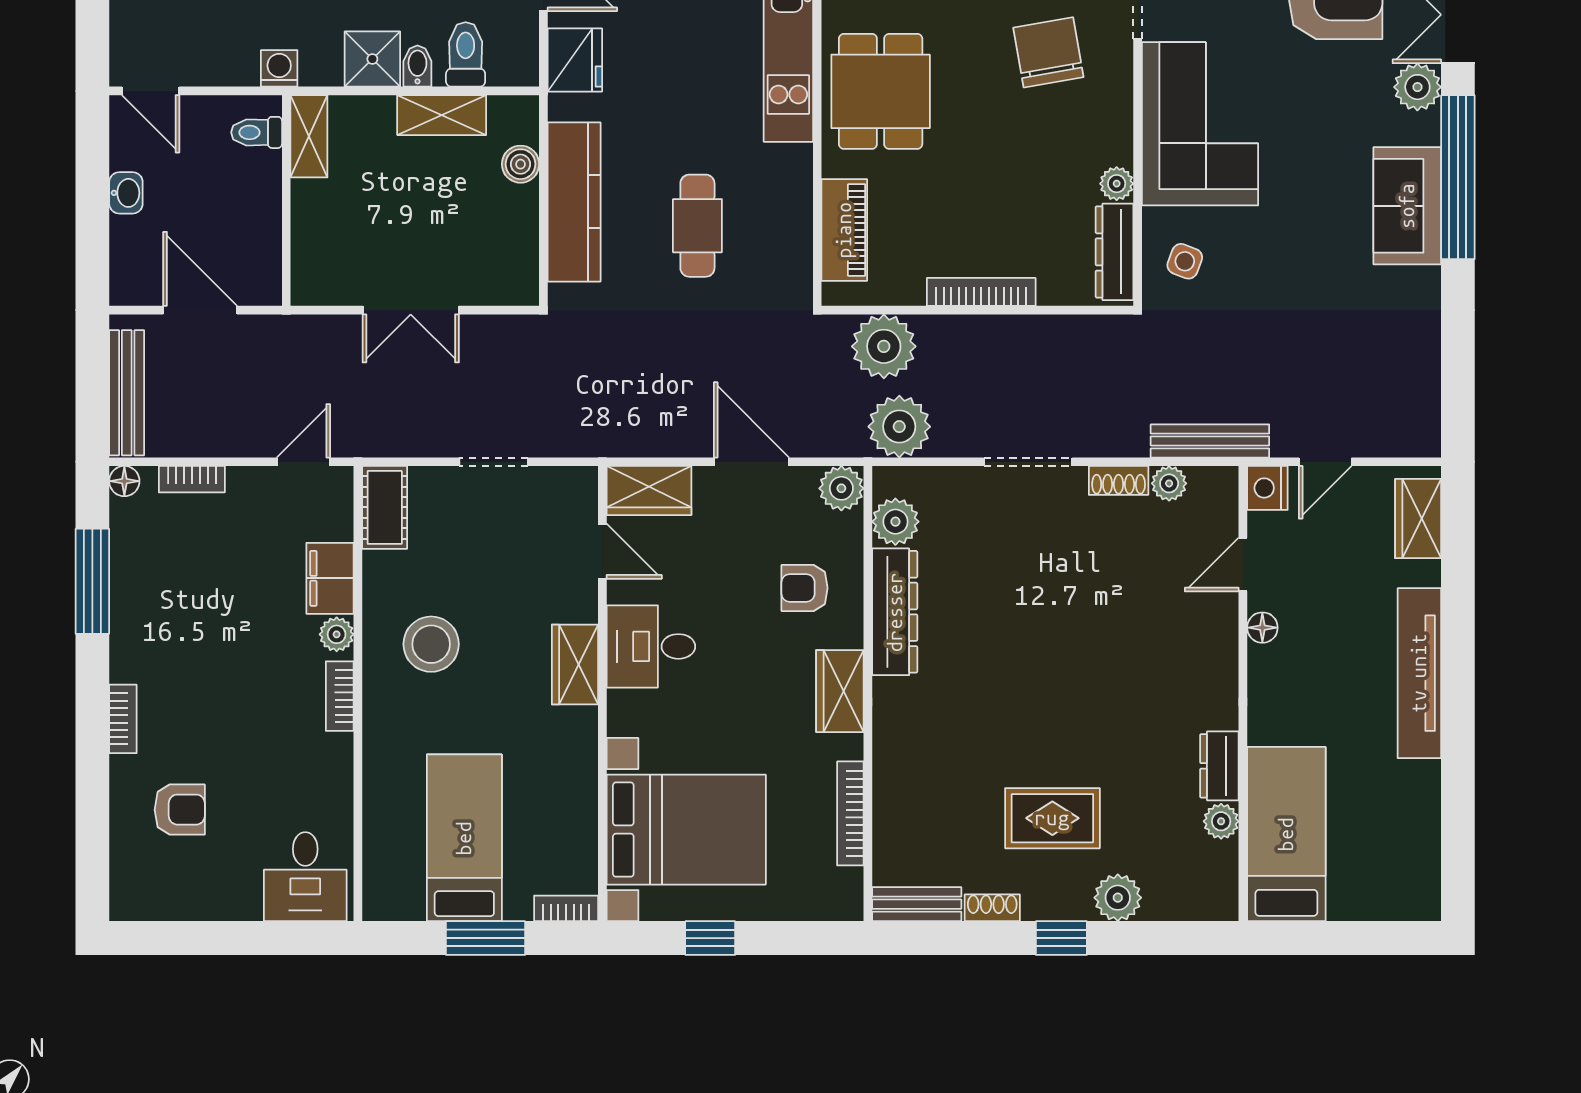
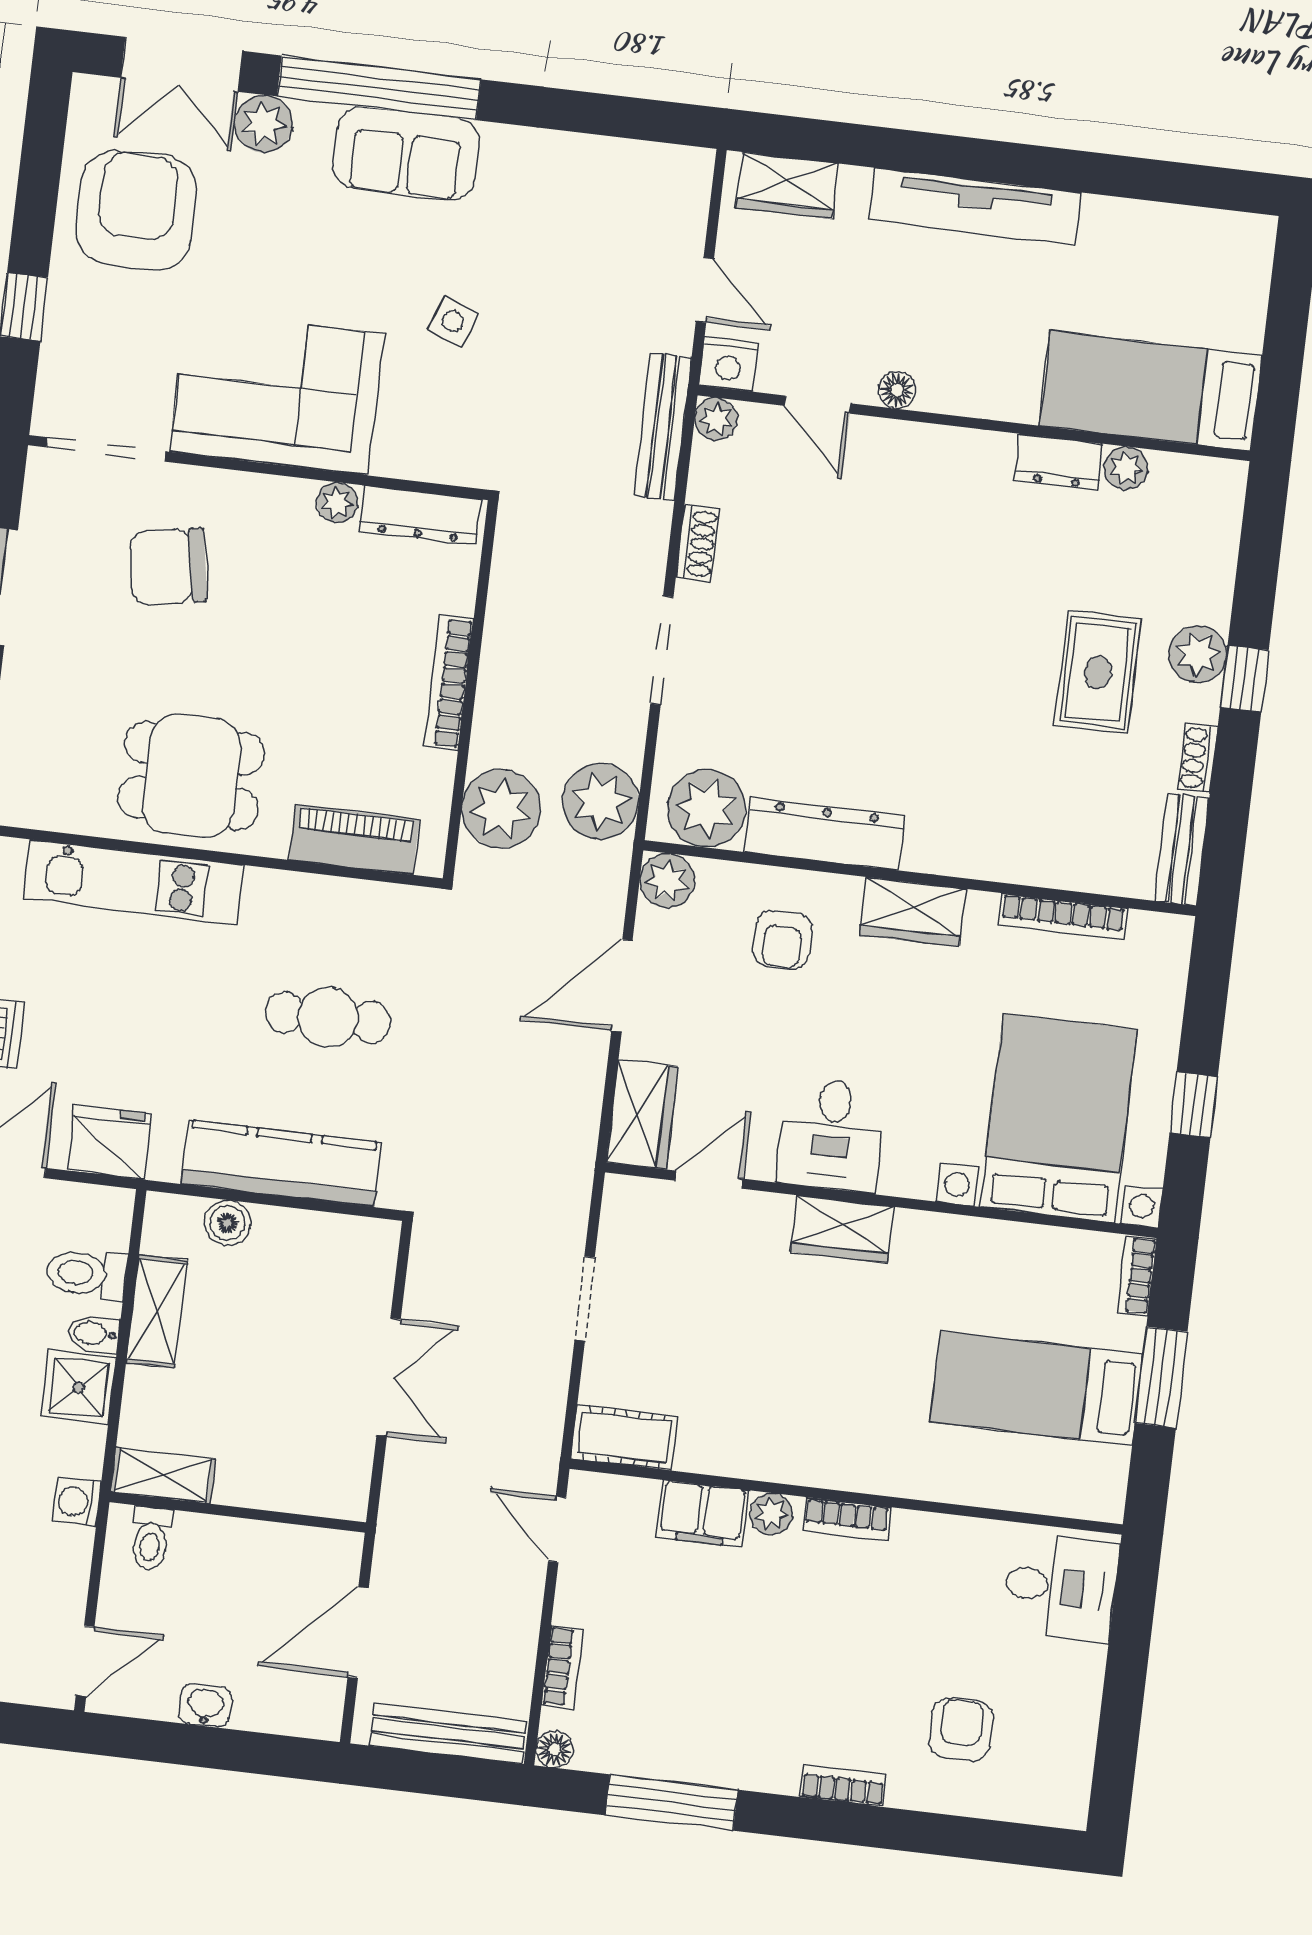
side table: (1185, 261) -> (453, 321), moved
plant: (1169, 483) -> (716, 419), moved
plant: (895, 522) -> (706, 808), width x1.36, depth x1.36
stool: (431, 644) -> (797, 1401), removed
plant: (1118, 898) -> (1198, 654), moved

